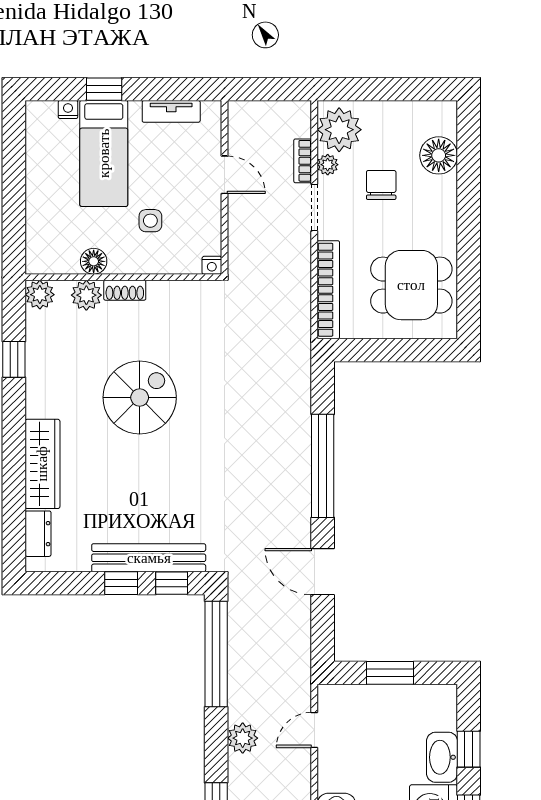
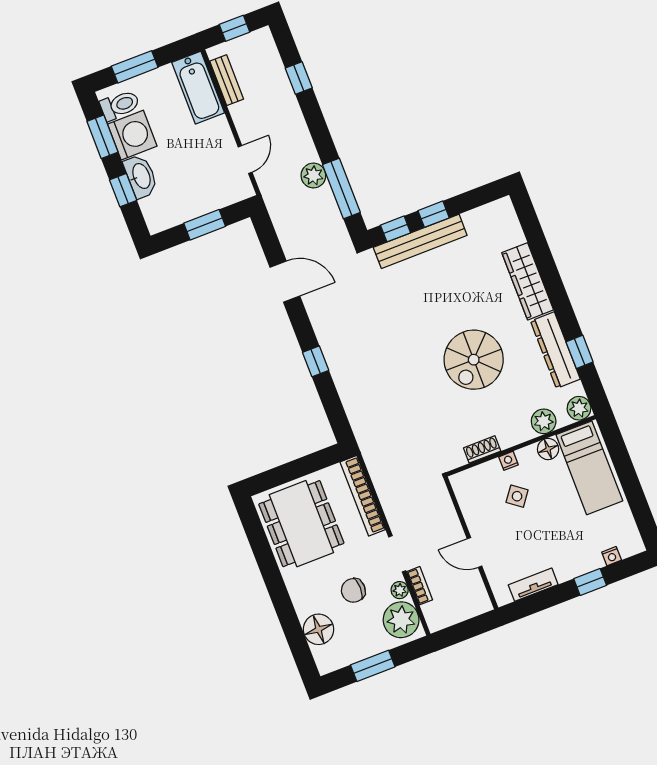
window: (392, 89) -> (373, 666), added
bed: (104, 153) -> (589, 468), moved, turned 180
chair: (381, 185) -> (353, 590), turned 90
side table: (150, 221) -> (517, 496), turned 37
nightstand: (212, 265) -> (508, 461), moved
dining table: (411, 285) -> (301, 524), width x1.38
shoe rack: (125, 290) -> (482, 449), moved
window: (323, 466) -> (316, 361), width x0.32
dresser: (38, 534) -> (555, 350), moved, width x1.96, depth x1.24
window: (216, 654) -> (341, 188), width x0.68
plant: (243, 738) -> (313, 176), moved

